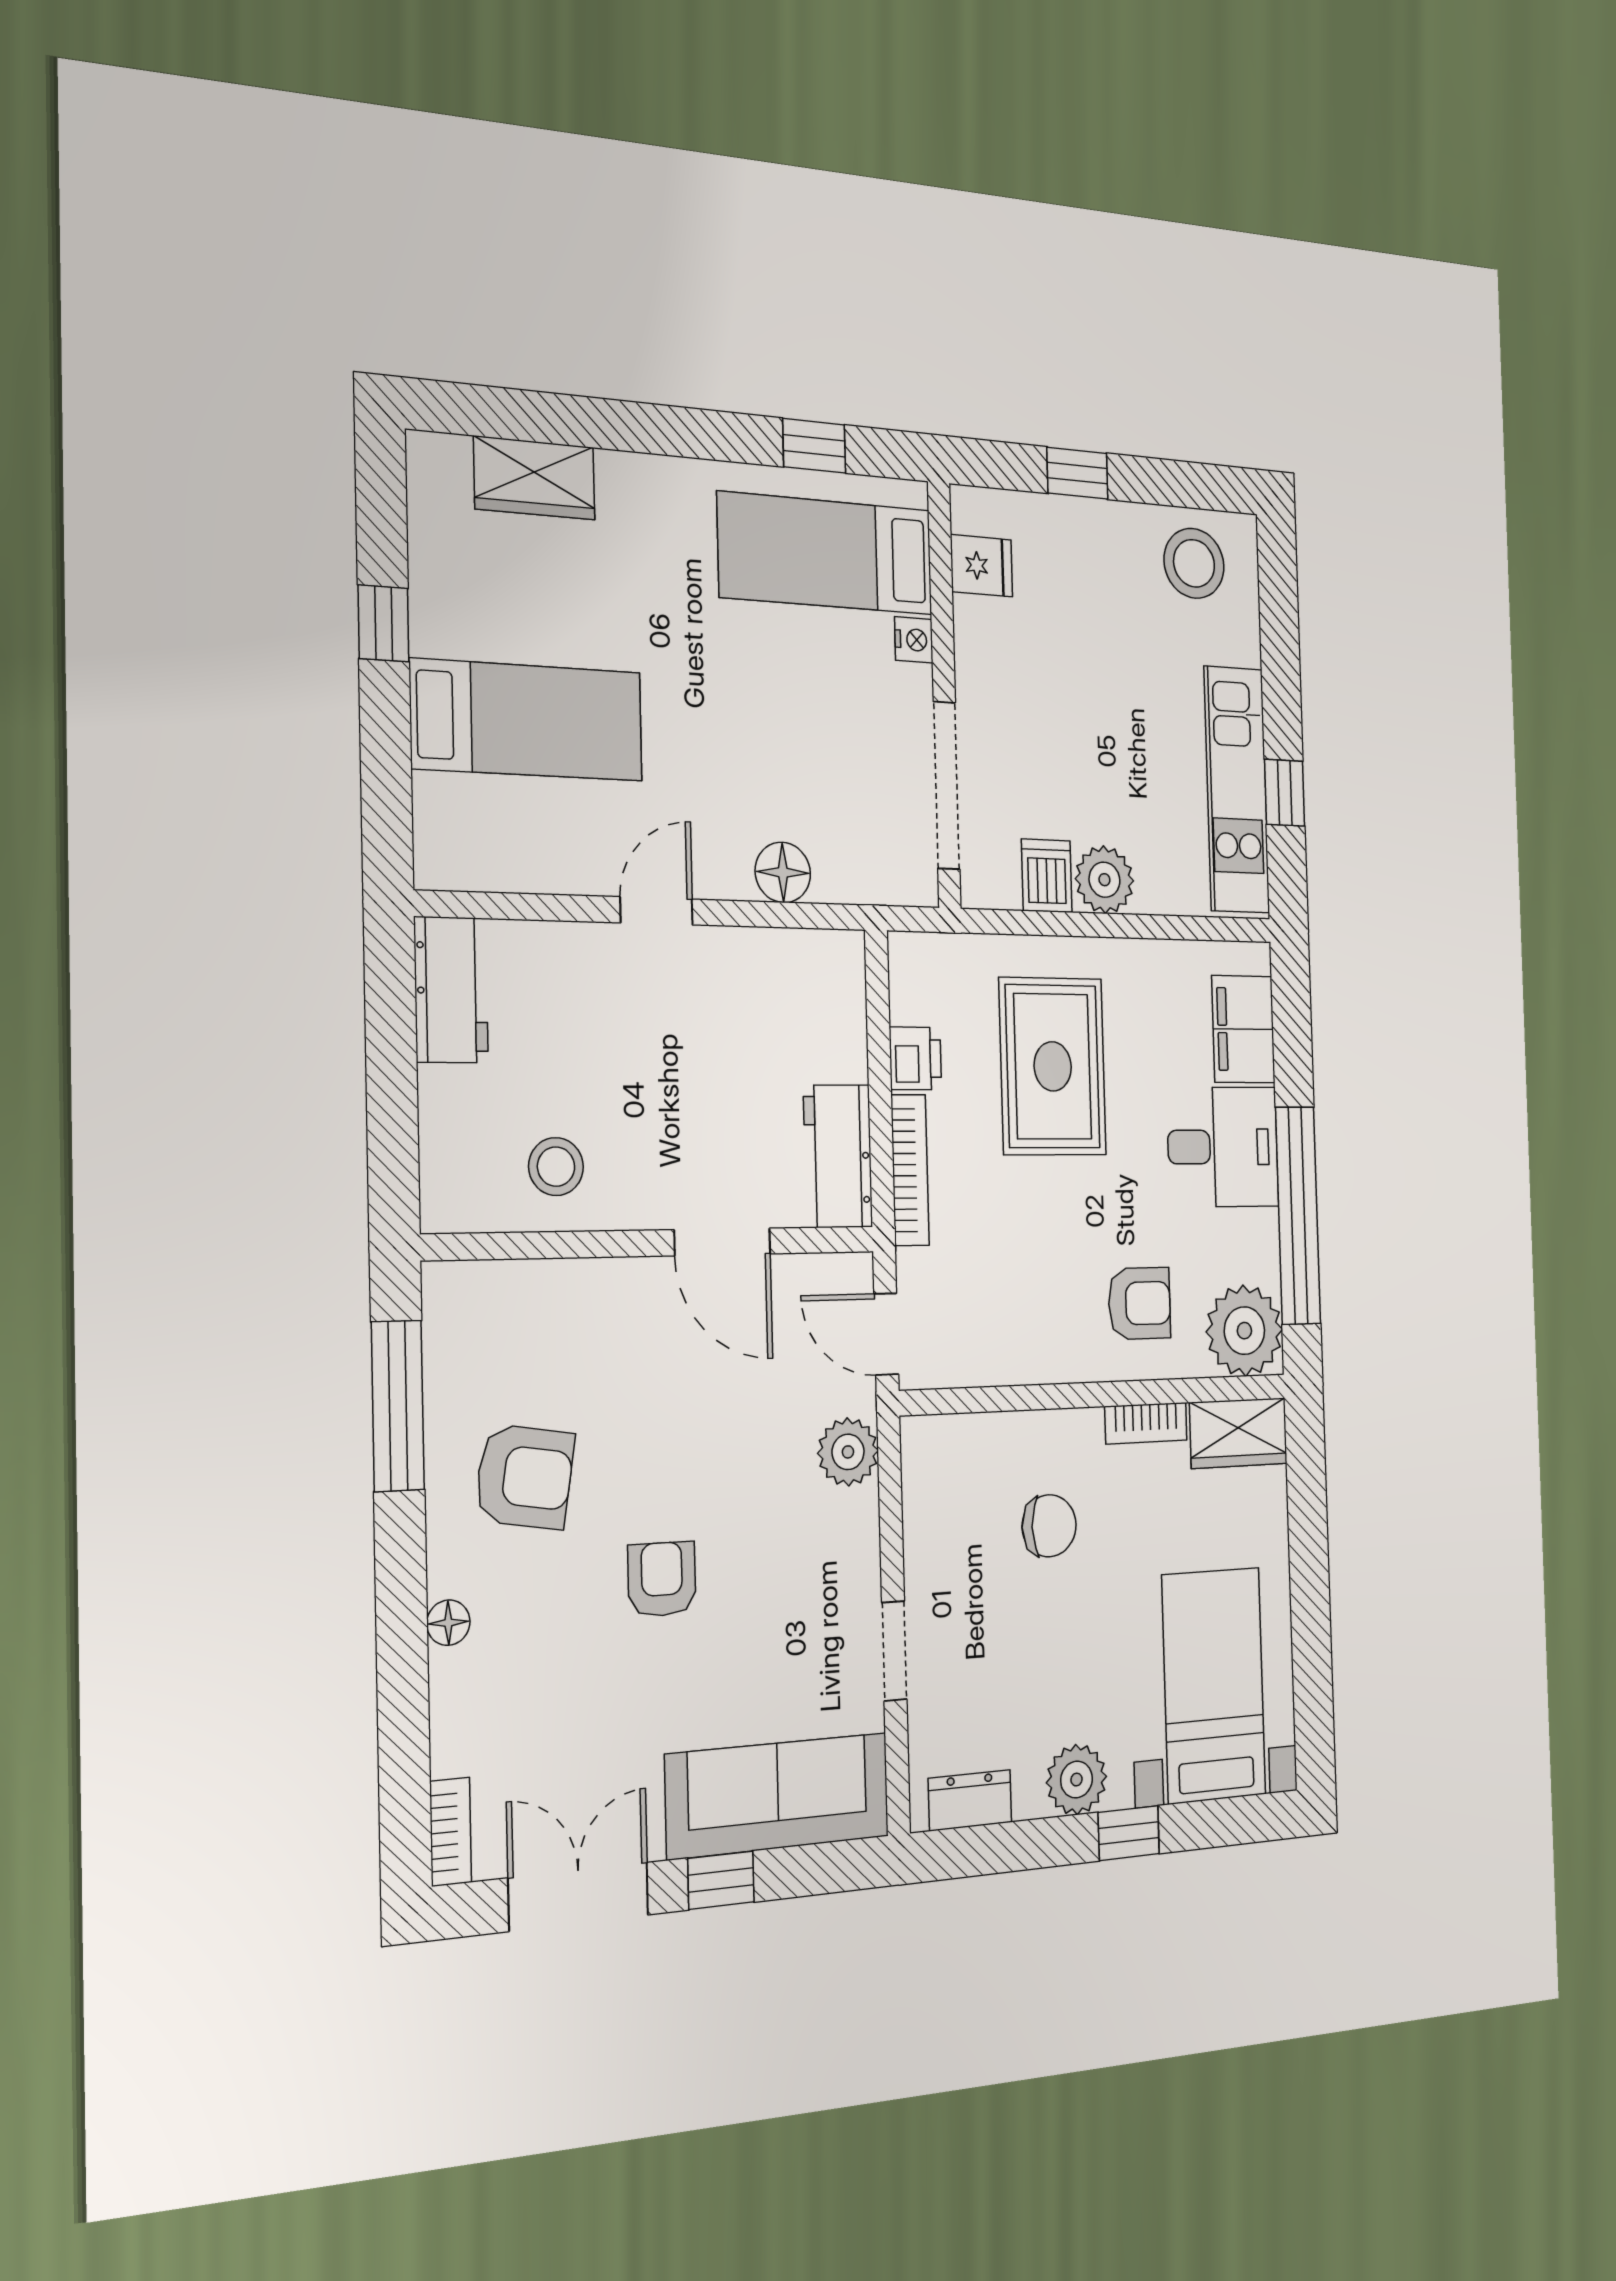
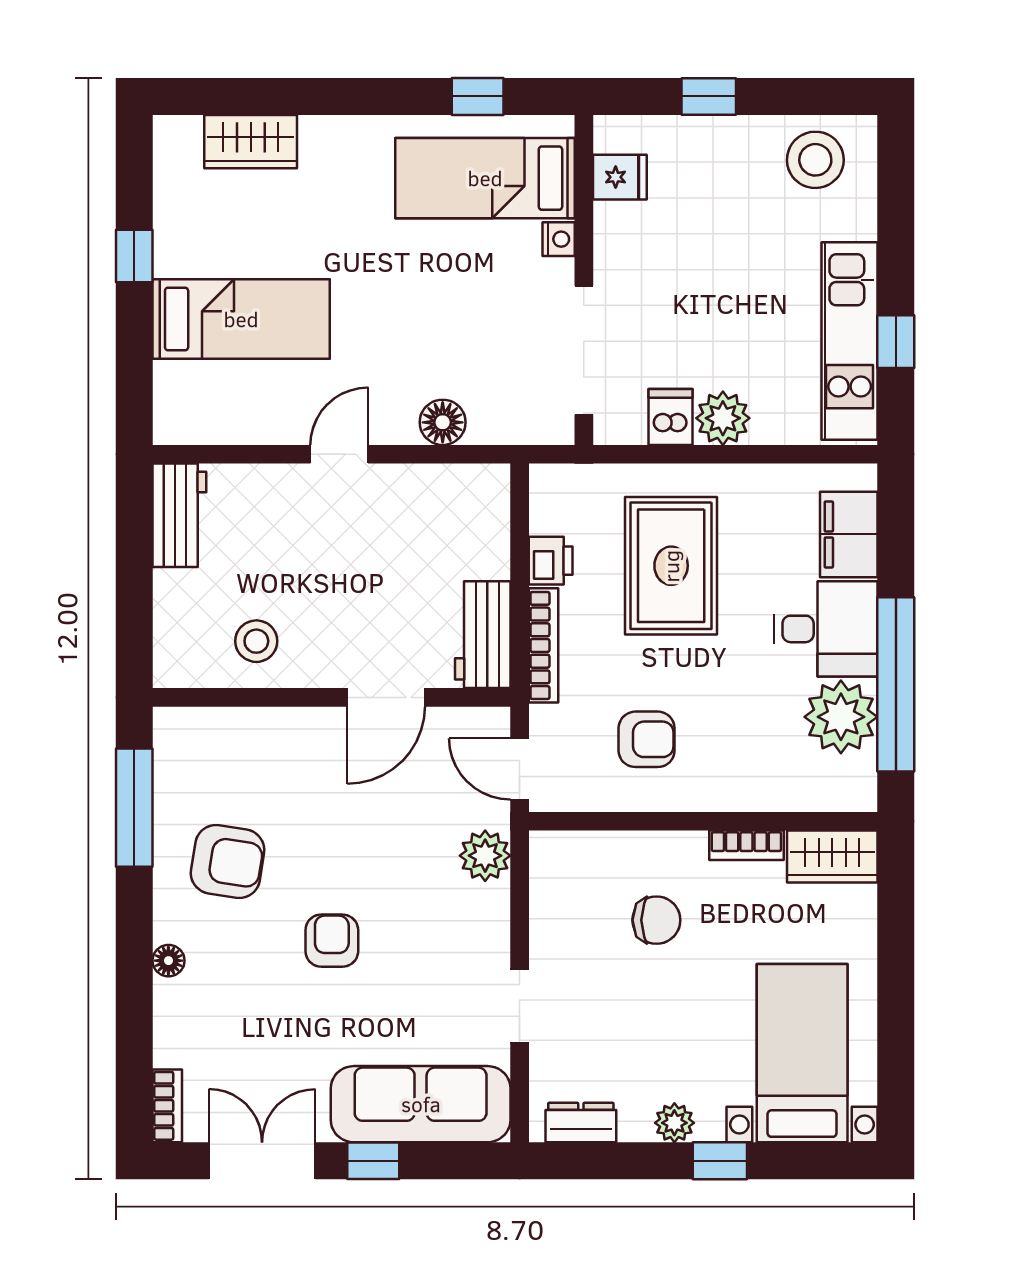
door: (722, 1242) -> (386, 697), hinge flipped
armchair: (1139, 1303) -> (647, 739), moved
plant: (1244, 1331) -> (841, 717), moved
plant: (1077, 1780) -> (674, 1123), width x0.73, depth x0.73

